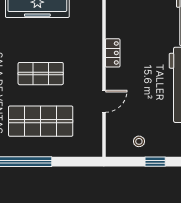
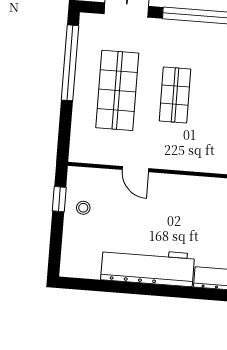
locker: (113, 53) -> (193, 184), removed
window: (155, 162) -> (59, 199), moved

